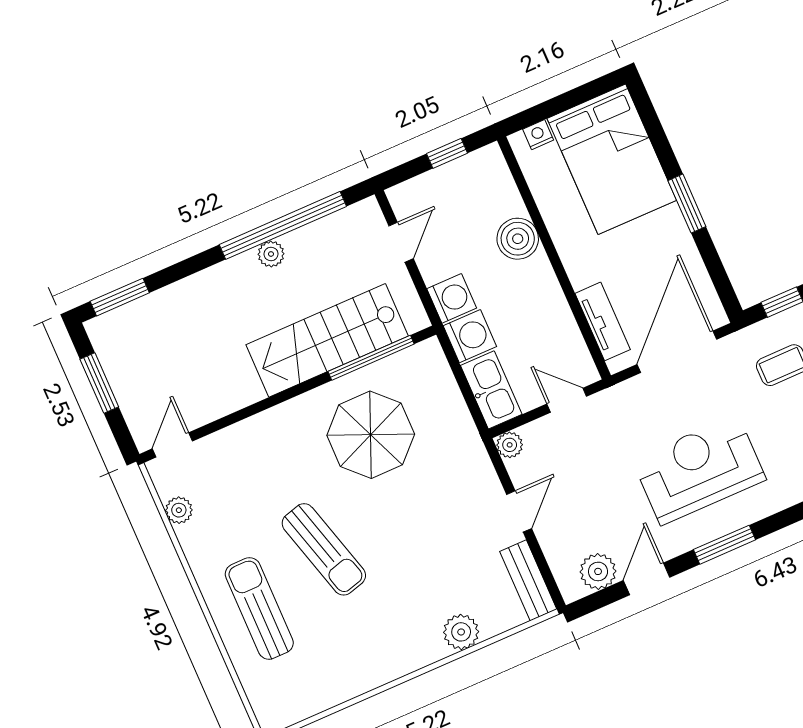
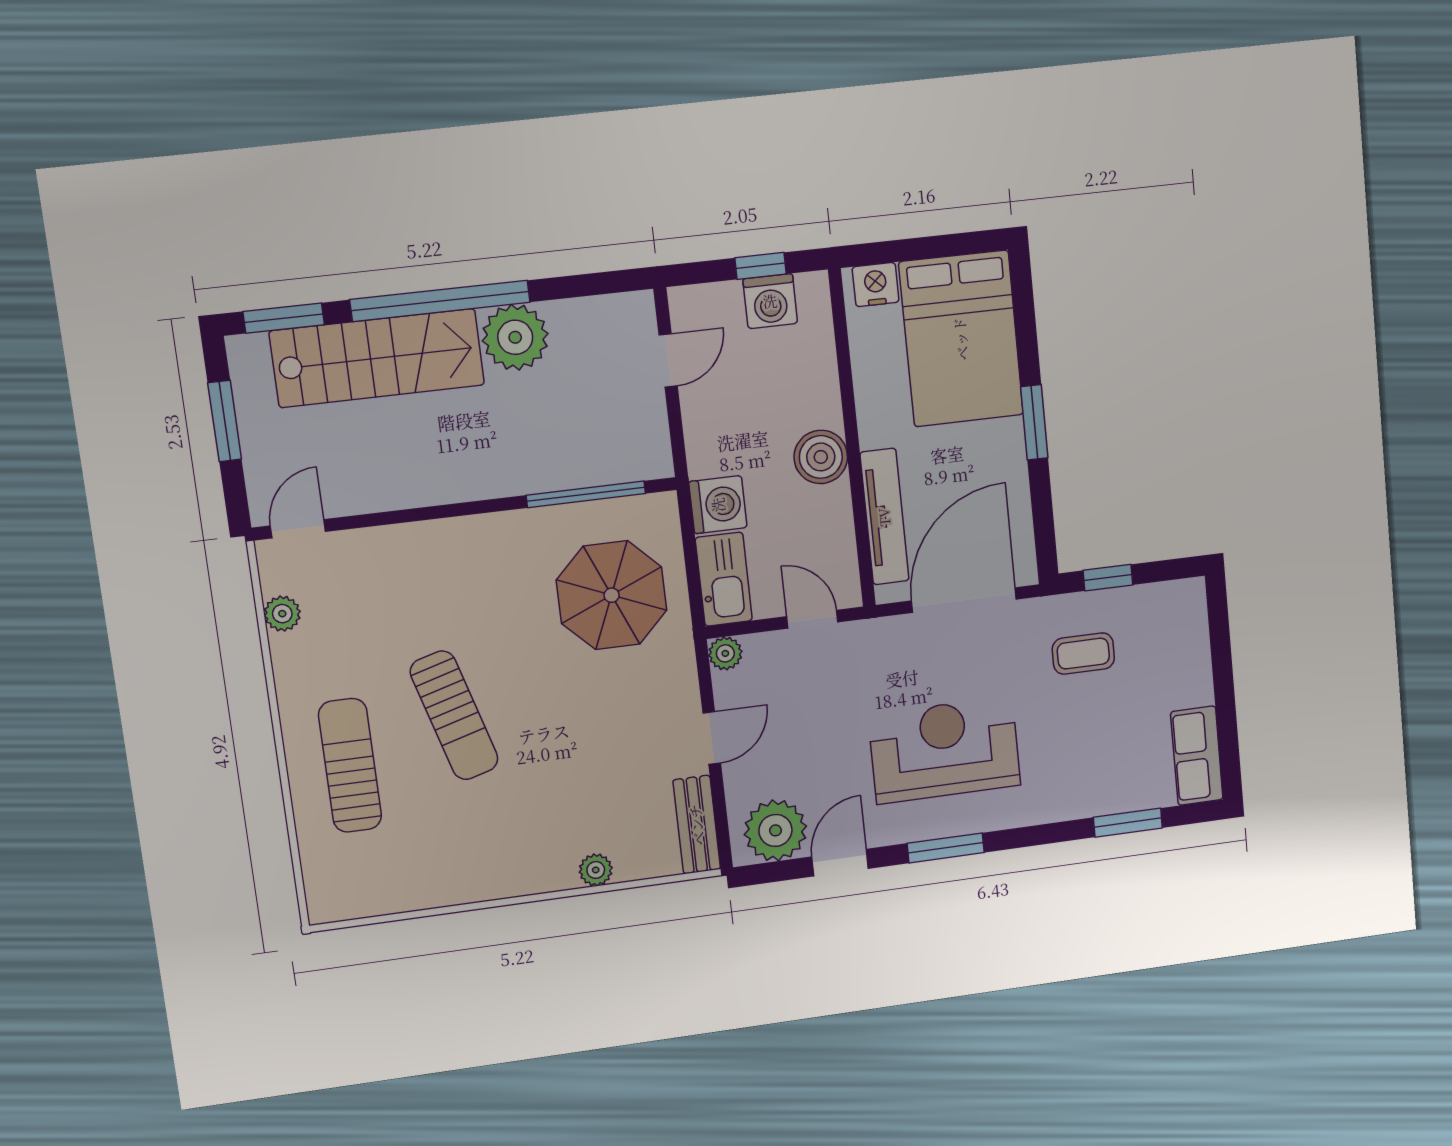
nightstand: (538, 135) -> (876, 285), width x1.39, depth x1.35
window: (283, 225) -> (440, 301), moved
boiler: (518, 239) -> (821, 457), moved
plant: (271, 254) -> (515, 337), width x1.88, depth x1.88
washing machine: (452, 298) -> (770, 301), moved, turned 90
tv unit: (603, 321) -> (884, 517), width x1.41
stairs: (327, 340) -> (377, 358), moved, turned 180
parasol: (371, 435) -> (612, 595), moved
plant: (598, 571) -> (775, 830), width x1.36, depth x1.36
plant: (461, 632) -> (596, 870), width x0.73, depth x0.73

